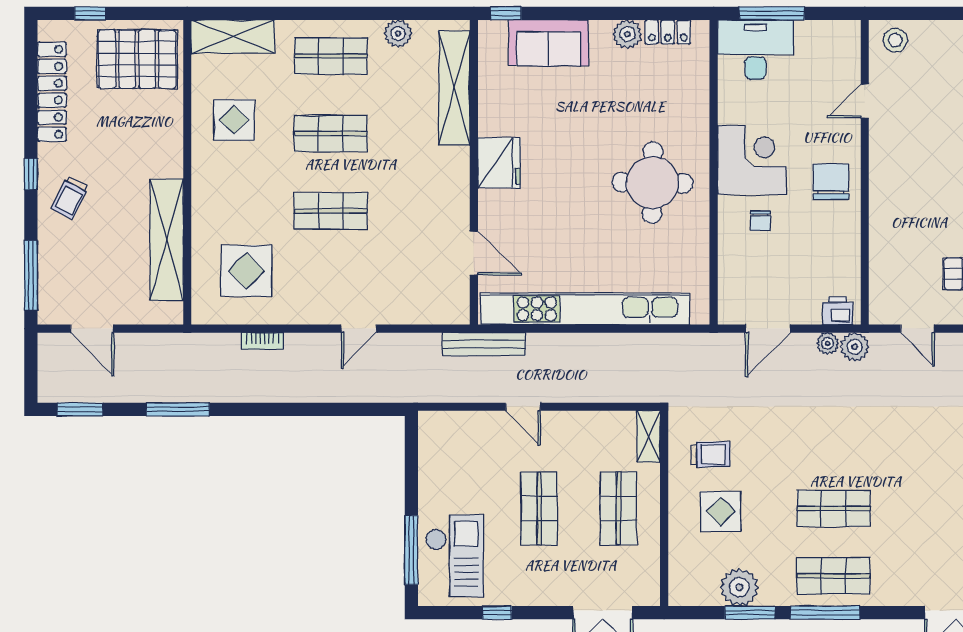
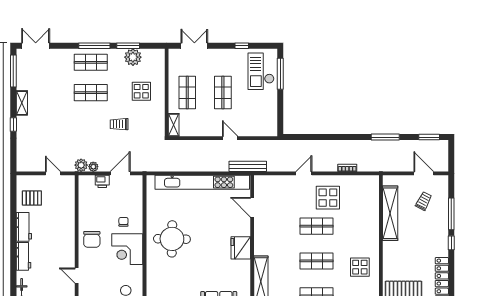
door: (865, 101) -> (77, 276), swing flipped
trolley: (70, 198) -> (424, 201), moved
display table: (246, 271) -> (328, 198), moved
window: (31, 276) -> (451, 214), moved
printer: (838, 311) -> (102, 181), moved
trolley: (711, 454) -> (119, 124), moved

